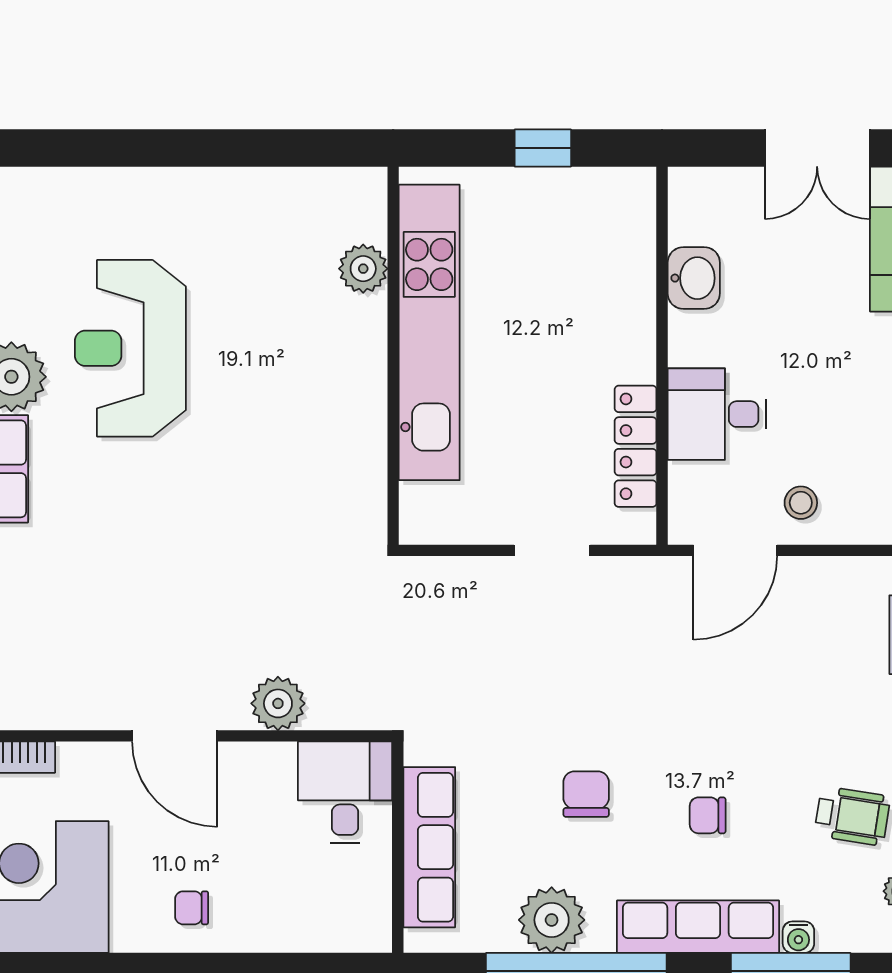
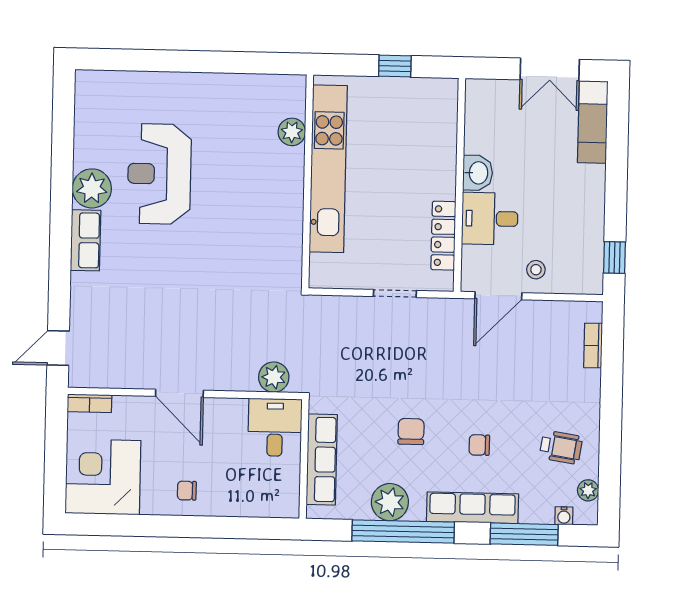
washbasin: (694, 278) -> (478, 173), moved
plant: (278, 703) -> (274, 377), moved
water cooler: (798, 937) -> (564, 516), moved

